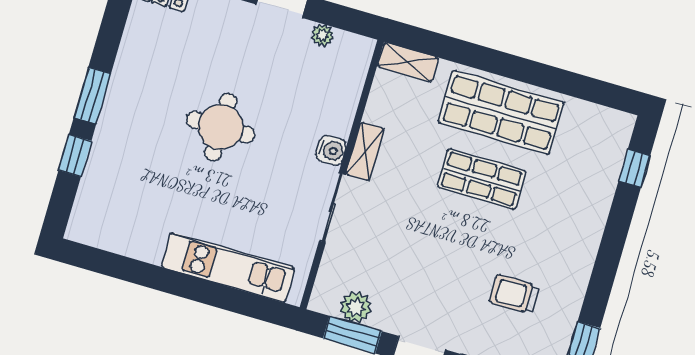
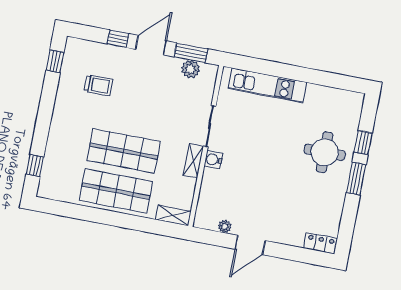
round table: (221, 127) -> (325, 152), moved
shop shelf: (482, 179) -> (124, 151), width x1.43, depth x1.36

